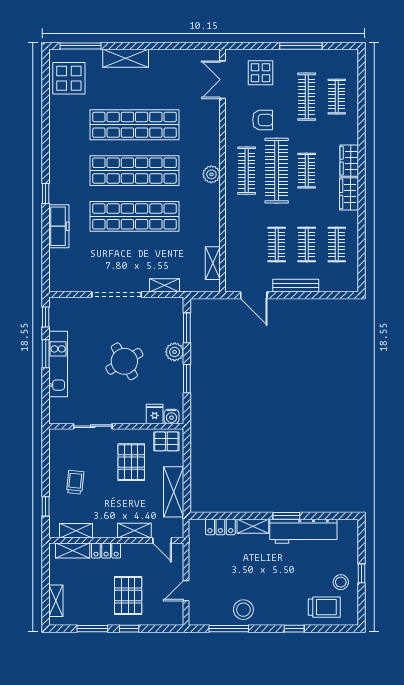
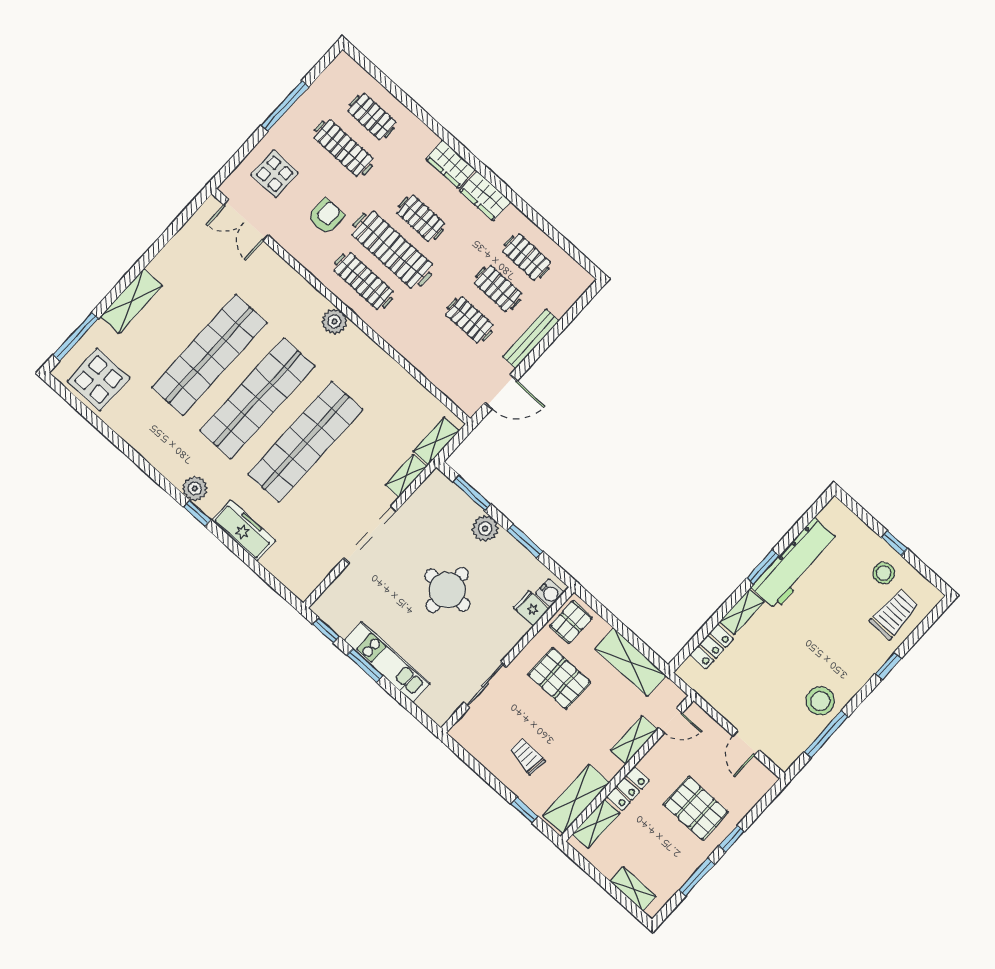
plant: (57, 181) -> (195, 489), added
shelving: (213, 263) -> (436, 441), moved, turned 90
round table: (124, 361) -> (447, 590), turned 30
shelving: (76, 531) -> (576, 799), width x1.50, depth x1.33

